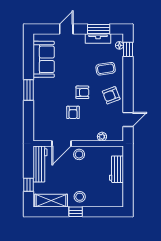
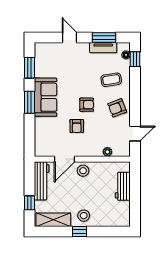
door: (66, 29) -> (69, 38), hinge flipped
window: (29, 57) -> (29, 68), added
sofa: (44, 59) -> (46, 97), moved

